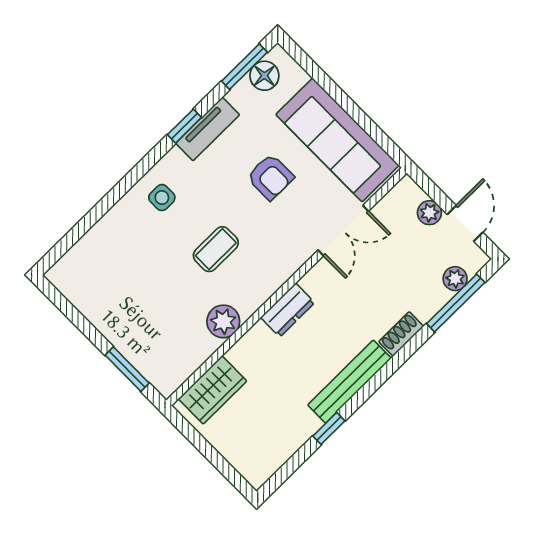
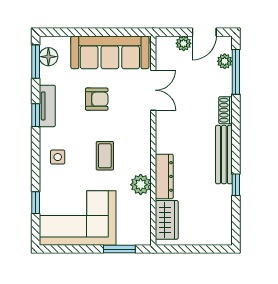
window: (86, 223) -> (36, 203), added
door: (465, 223) -> (204, 32), swing flipped
corner sofa: (115, 288) -> (78, 218), added
dresser: (288, 310) -> (164, 176), moved, width x1.44

